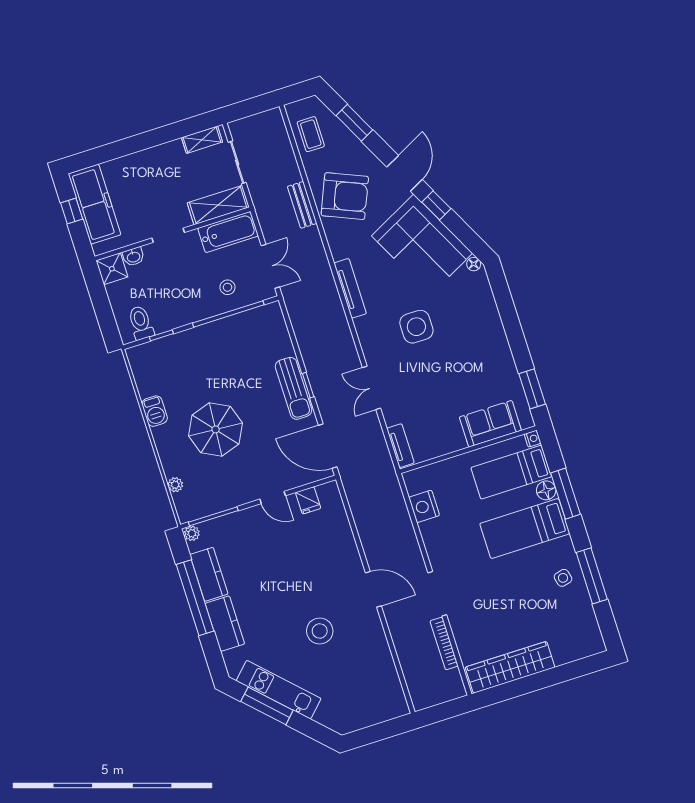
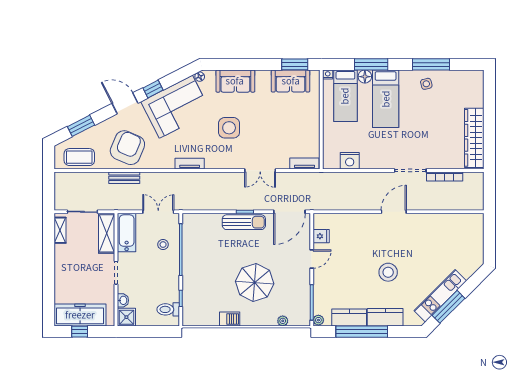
coffee table: (311, 134) -> (79, 157), width x1.36, depth x1.30
tv unit: (350, 288) -> (190, 164), width x0.71
sofa: (483, 315) -> (235, 81), added
sofa: (490, 424) -> (291, 81), moved, turned -90
stool: (320, 631) -> (388, 272), moved

